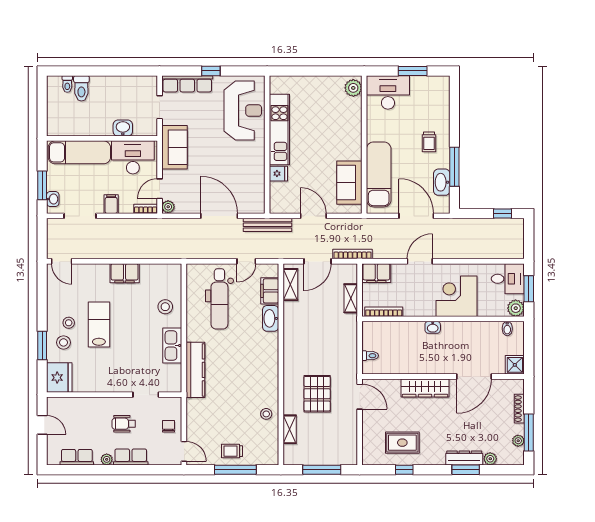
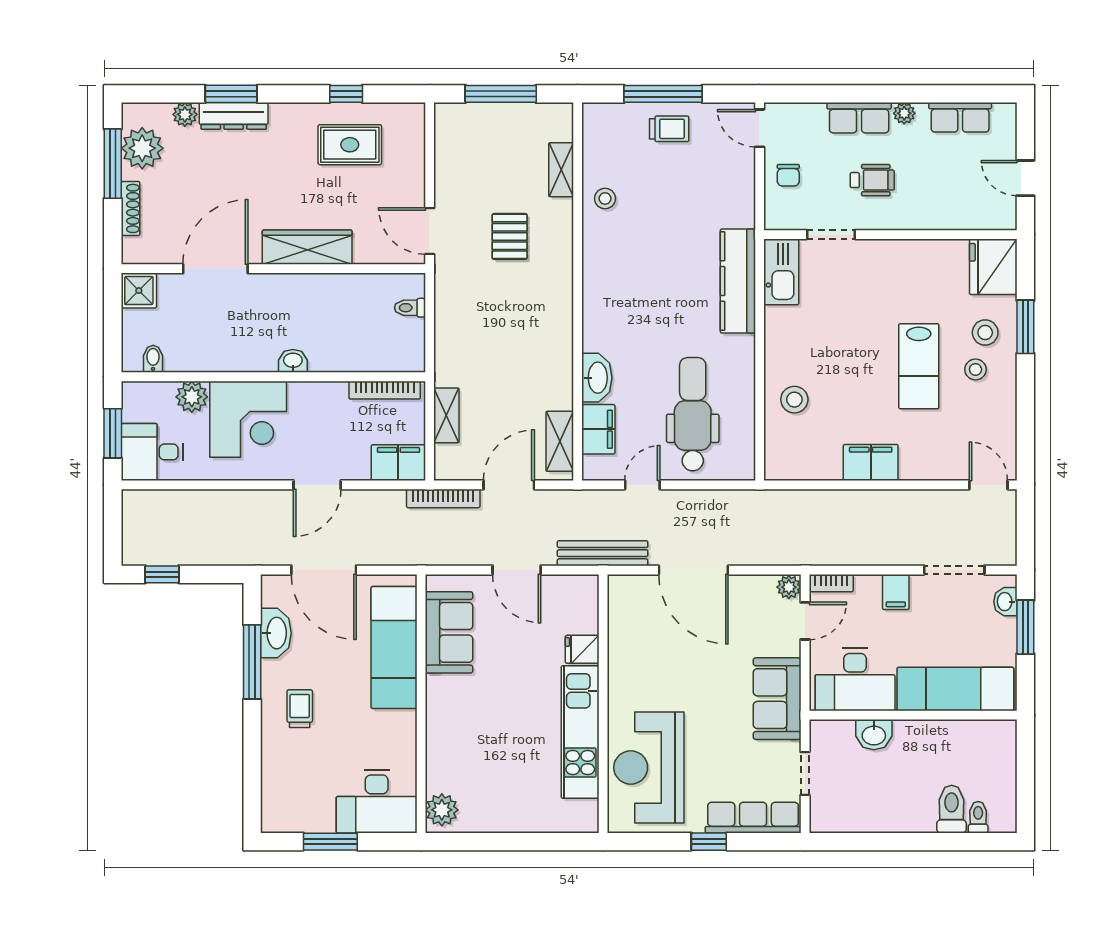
plant: (516, 308) -> (192, 397), moved
kitchen sink: (172, 345) -> (781, 272), moved
pallet: (317, 394) -> (510, 236), width x0.67, depth x0.71
plant: (518, 441) -> (142, 148), width x1.88, depth x1.88

